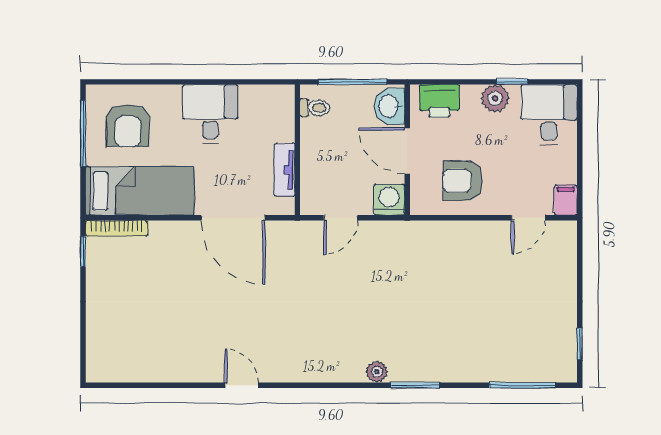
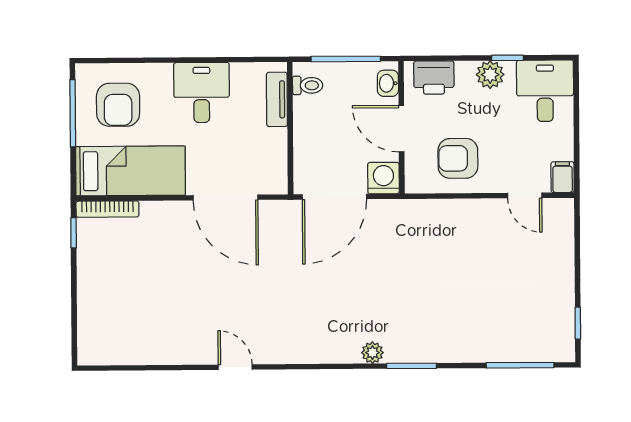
washbasin: (389, 106) -> (388, 83), width x0.72, depth x0.69
tv unit: (285, 170) -> (277, 99), moved
door: (341, 218) -> (334, 197), width x1.88
door: (528, 218) -> (525, 195), hinge flipped

